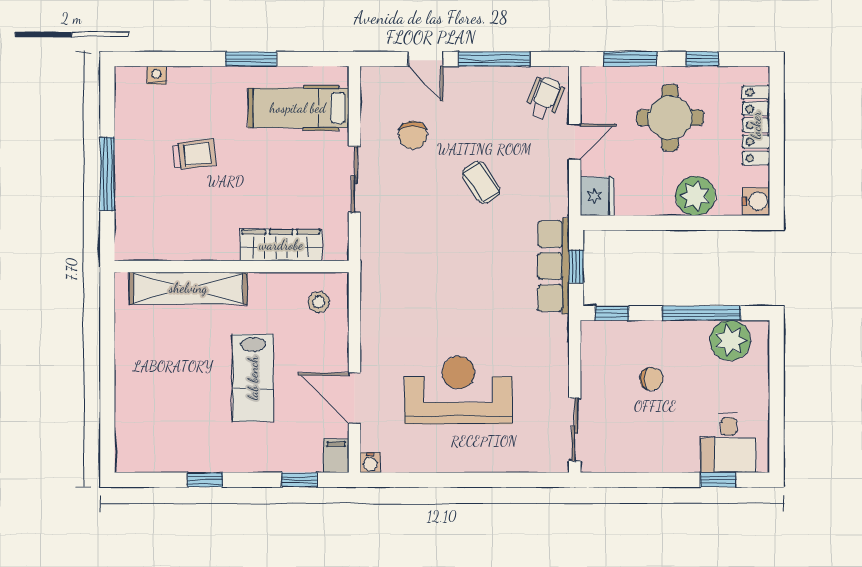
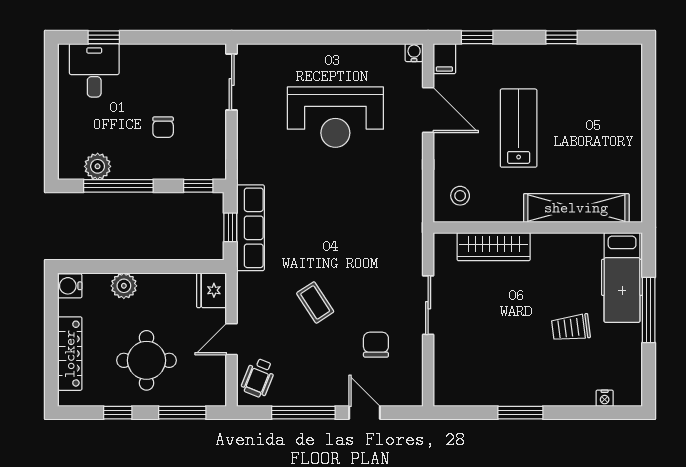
hospital bed: (298, 108) -> (622, 277), moved, turned 90
plant: (695, 196) -> (124, 286), width x0.73, depth x0.73
plant: (730, 340) -> (98, 166), width x0.73, depth x0.73
chair: (651, 379) -> (163, 127), turned -90

